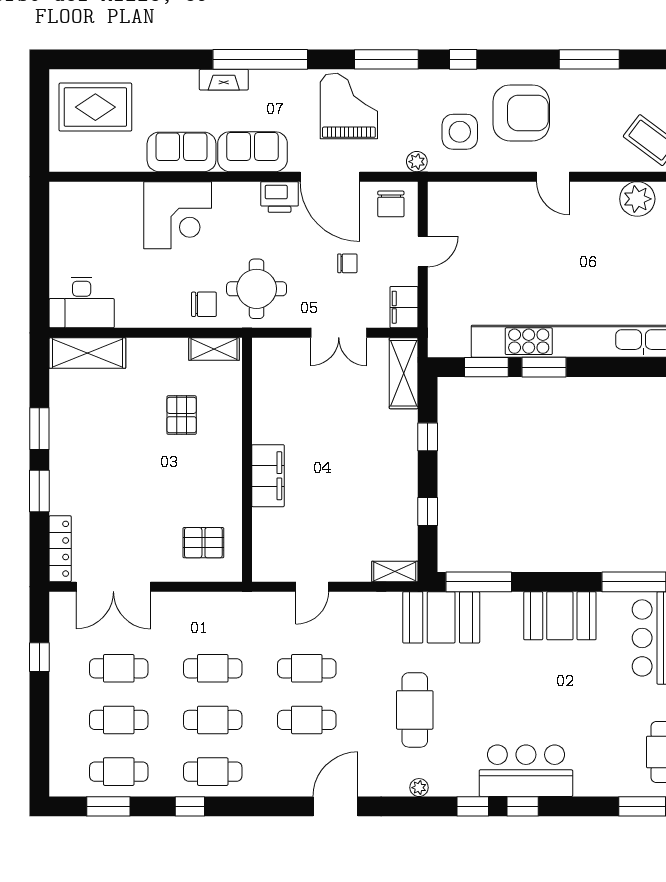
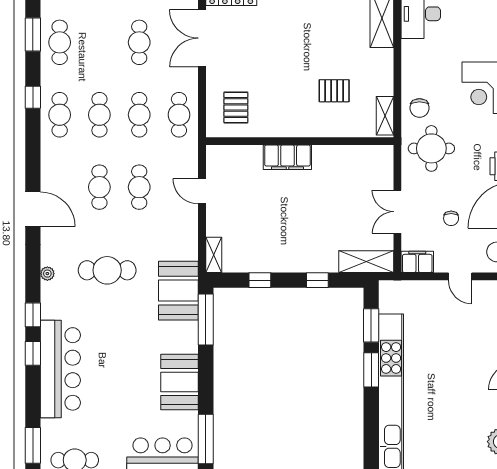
cafe table: (119, 720) -> (179, 115), moved
bar counter: (526, 771) -> (60, 369), width x1.36

